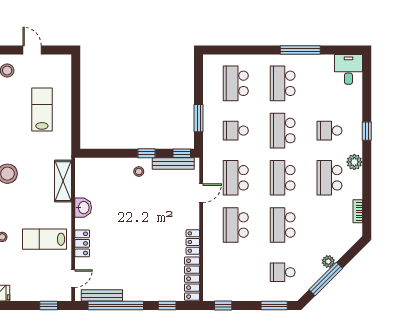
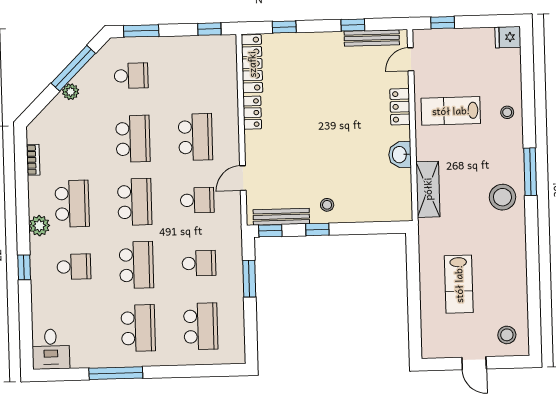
school desk: (236, 178) -> (197, 200), width x0.54
lab bench: (44, 239) -> (451, 111), turned 180
window: (116, 305) -> (353, 25), width x0.32

